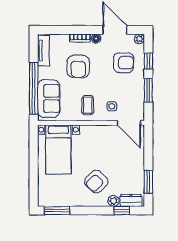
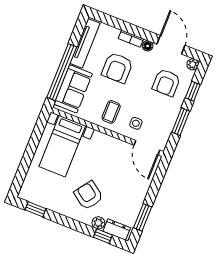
tv unit: (43, 51) -> (85, 43), width x1.41
armchair: (124, 63) -> (166, 83), turned 90
armchair: (96, 182) -> (88, 195), turned 81
window: (57, 210) -> (35, 209), width x0.67

